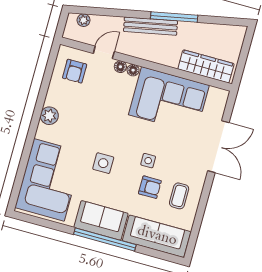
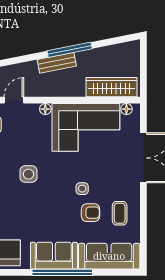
bench: (151, 26) -> (57, 63), width x0.73
floor lamp: (120, 67) -> (126, 109), moved
side table: (103, 163) -> (28, 174), moved

